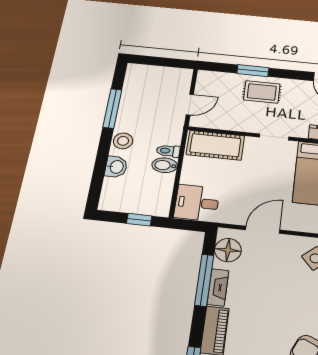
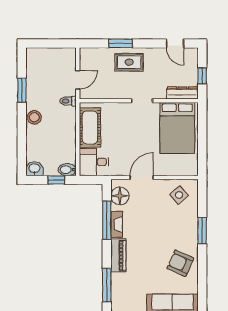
window: (112, 108) -> (22, 90), width x0.69
cot: (215, 145) -> (90, 127), moved, turned 90
toilet: (168, 151) -> (68, 101), moved
bidet: (165, 165) -> (67, 170), moved
washbasin: (116, 167) -> (34, 169), moved, turned -90

